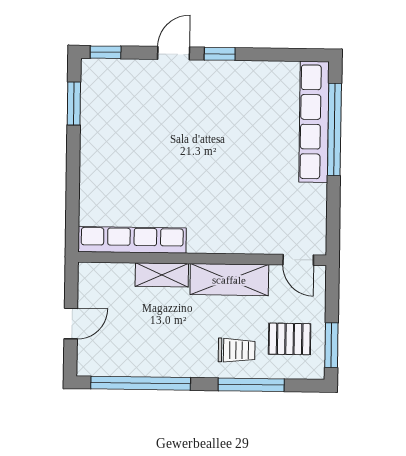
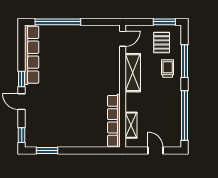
row of seats: (314, 122) -> (32, 55), moved, turned -90
shelving: (162, 275) -> (131, 125), moved

